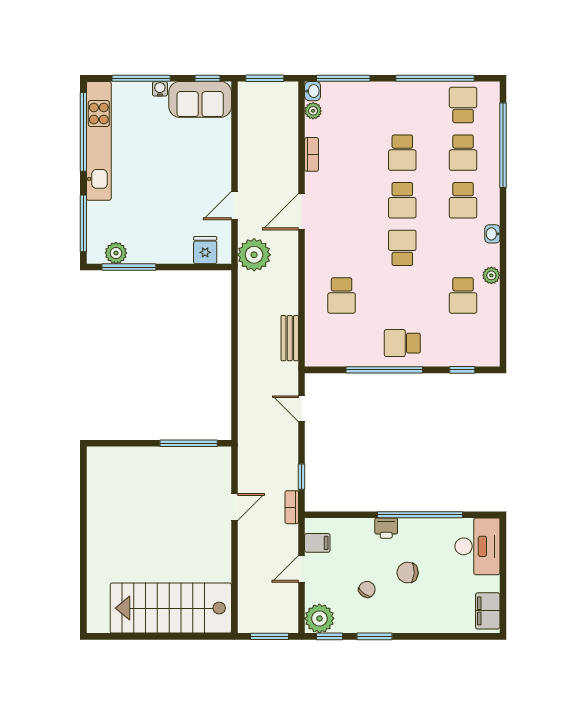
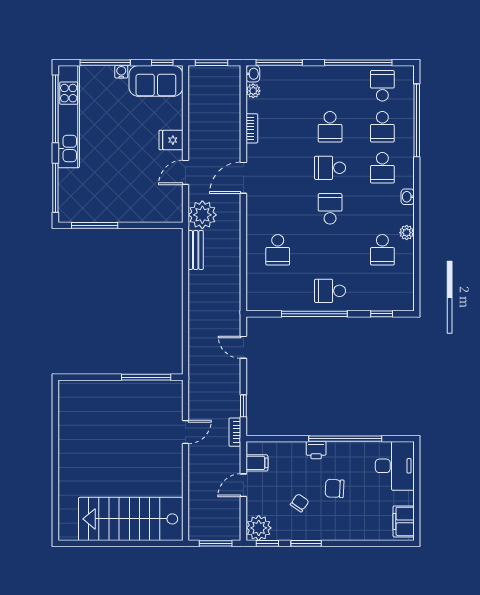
school desk: (402, 200) -> (330, 168), turned 90
fridge: (205, 250) -> (171, 140), moved, turned -90
plant: (116, 253) -> (83, 213), removed
bench: (290, 338) -> (196, 250), moved

